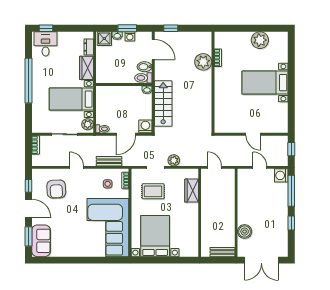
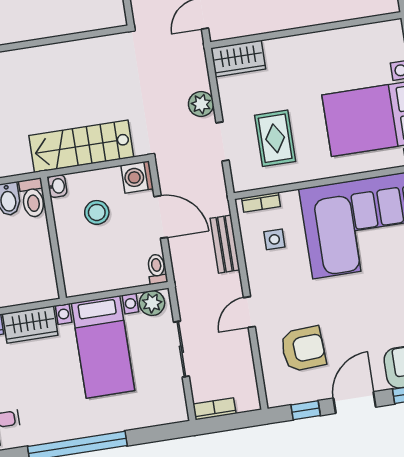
stool: (132, 106) -> (97, 212), added
wardrobe: (192, 191) -> (238, 59), moved

